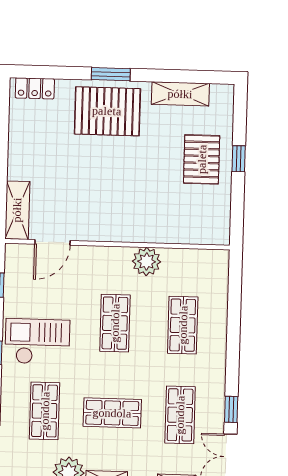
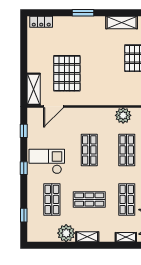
pallet: (107, 111) -> (67, 73), moved, turned 90
plant: (147, 262) -> (123, 115), moved

